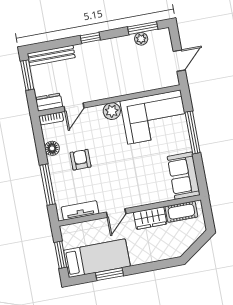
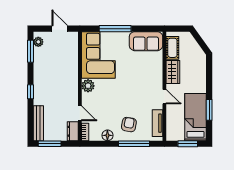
plant: (141, 39) -> (38, 42), moved
armchair: (81, 160) -> (129, 125), moved, turned 100

